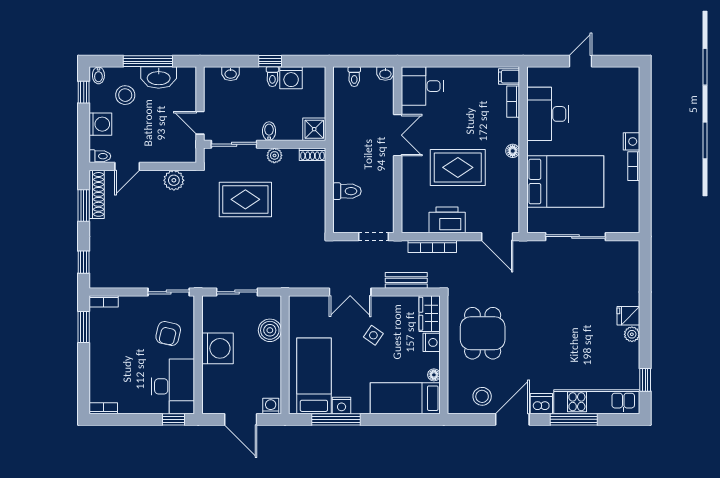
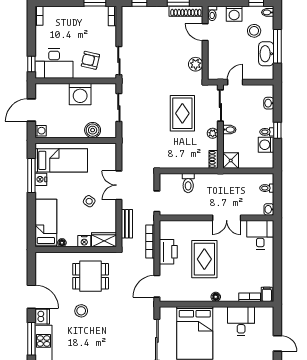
desk: (548, 114) -> (241, 321), width x0.73
stool: (482, 396) -> (81, 311), moved

